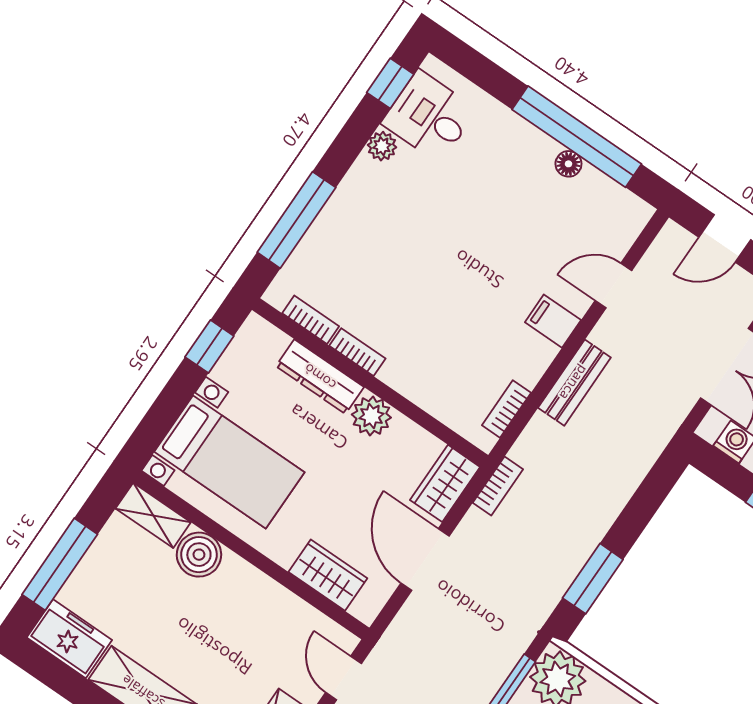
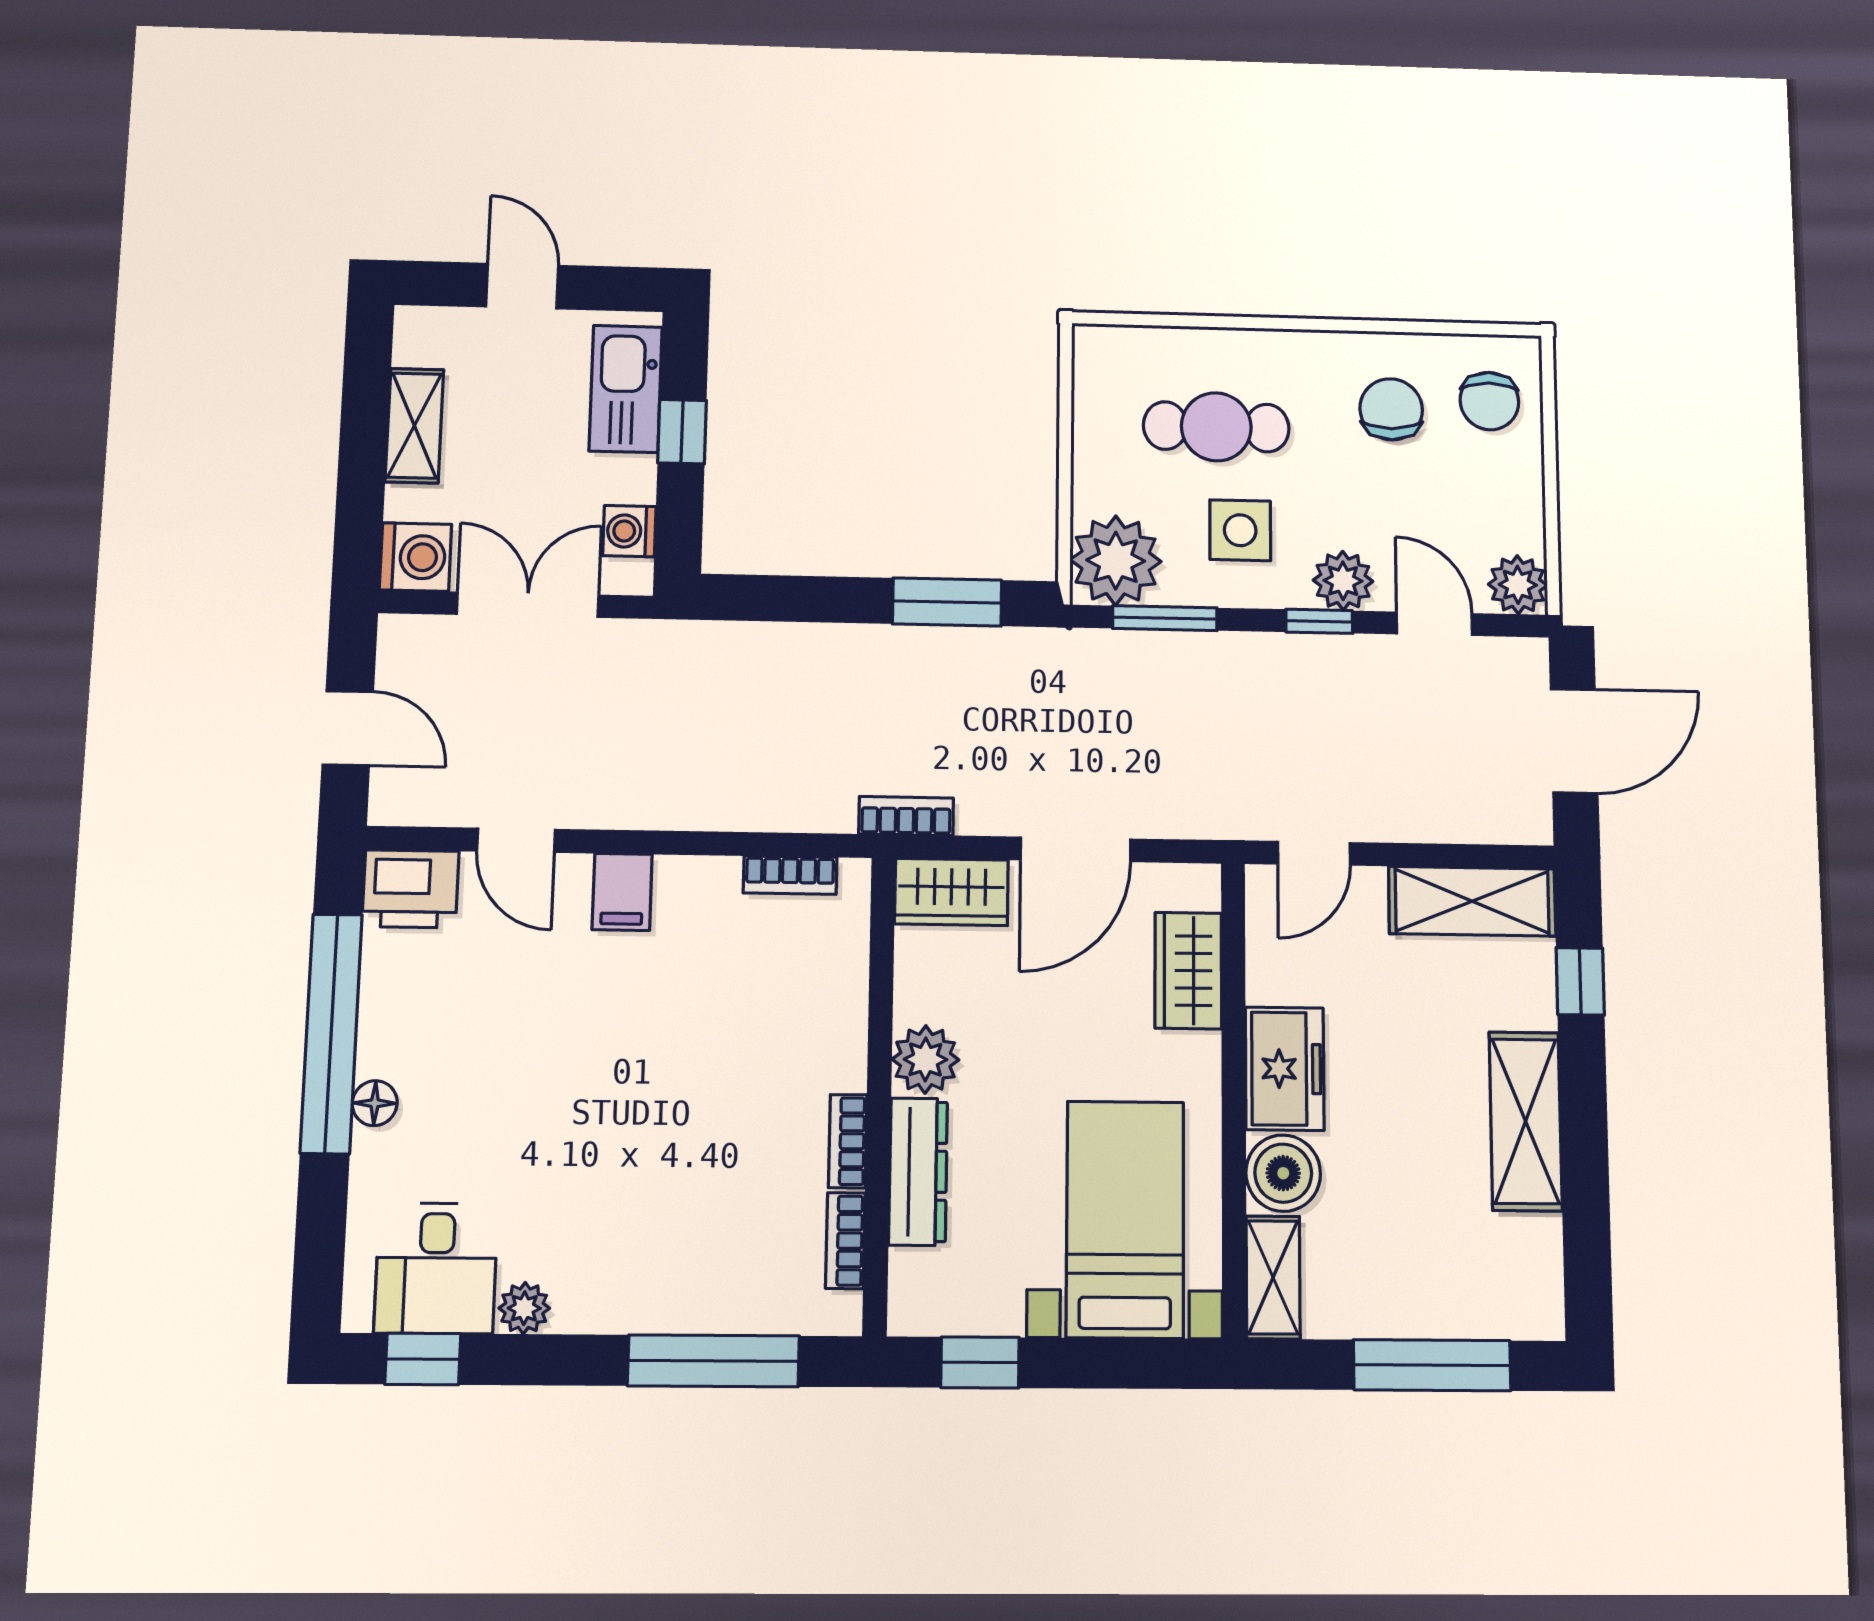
floor lamp: (568, 164) -> (375, 1103), moved
printer: (623, 219) -> (410, 889), added
bench: (574, 383) -> (690, 805), removed
freezer: (69, 639) -> (1285, 1069), moved, turned 180

